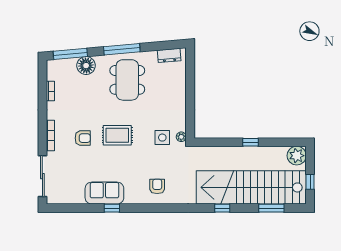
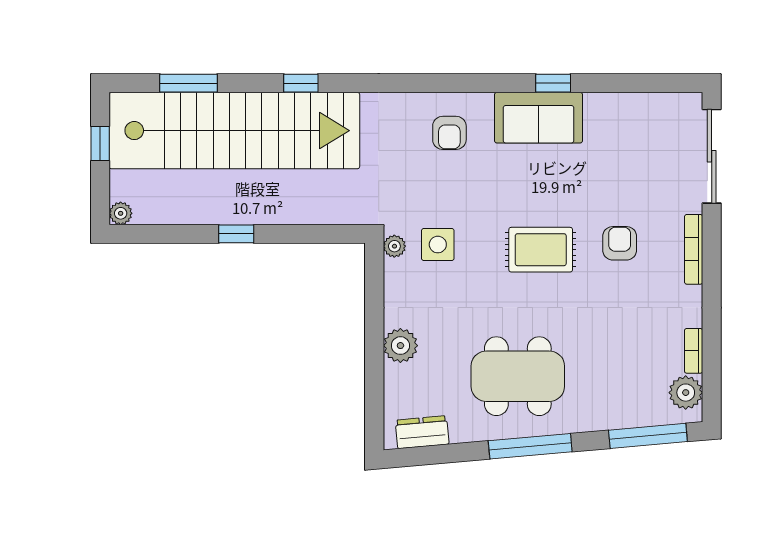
floor lamp: (86, 66) -> (612, 409), removed
plant: (54, 73) -> (686, 393), added
dining table: (127, 80) -> (518, 376), turned 90
plant: (179, 93) -> (400, 346), added
armchair: (83, 138) -> (620, 243), turned 90
plant: (297, 156) -> (121, 213), width x0.53, depth x0.53
sofa: (104, 193) -> (539, 118), moved

